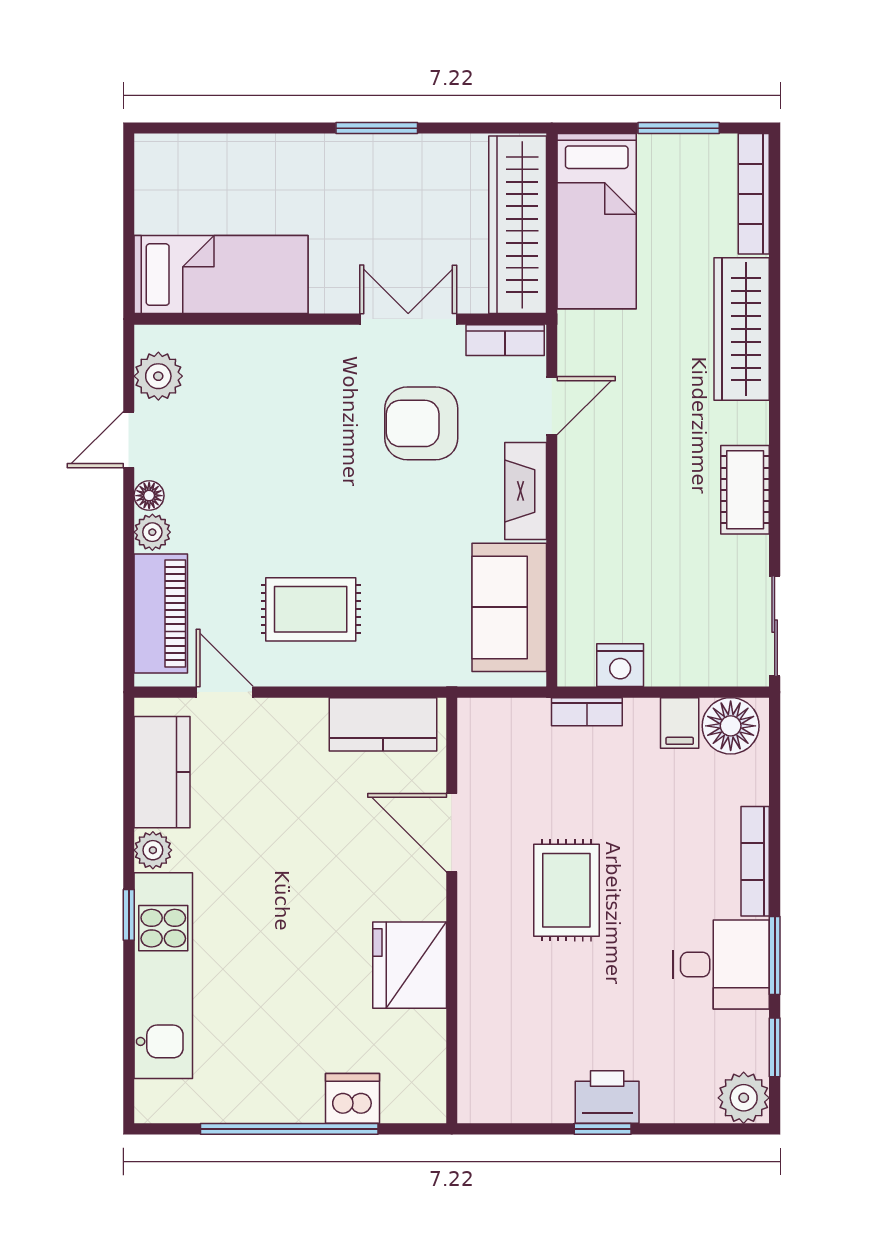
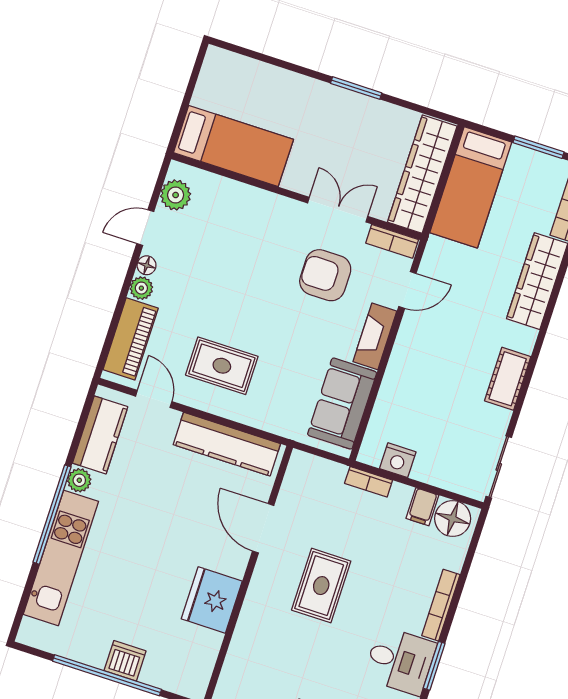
kitchen counter: (383, 724) -> (227, 444), width x1.50
window: (129, 915) -> (52, 515), width x3.17
dishwasher: (352, 1098) -> (125, 661), moved

